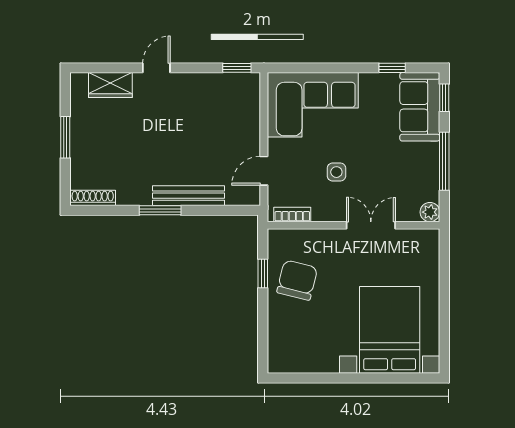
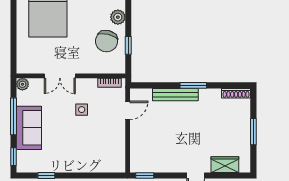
corner sofa: (313, 105) -> (97, 152), removed
sofa: (420, 107) -> (29, 128), moved
plant: (279, 318) -> (118, 17), added

